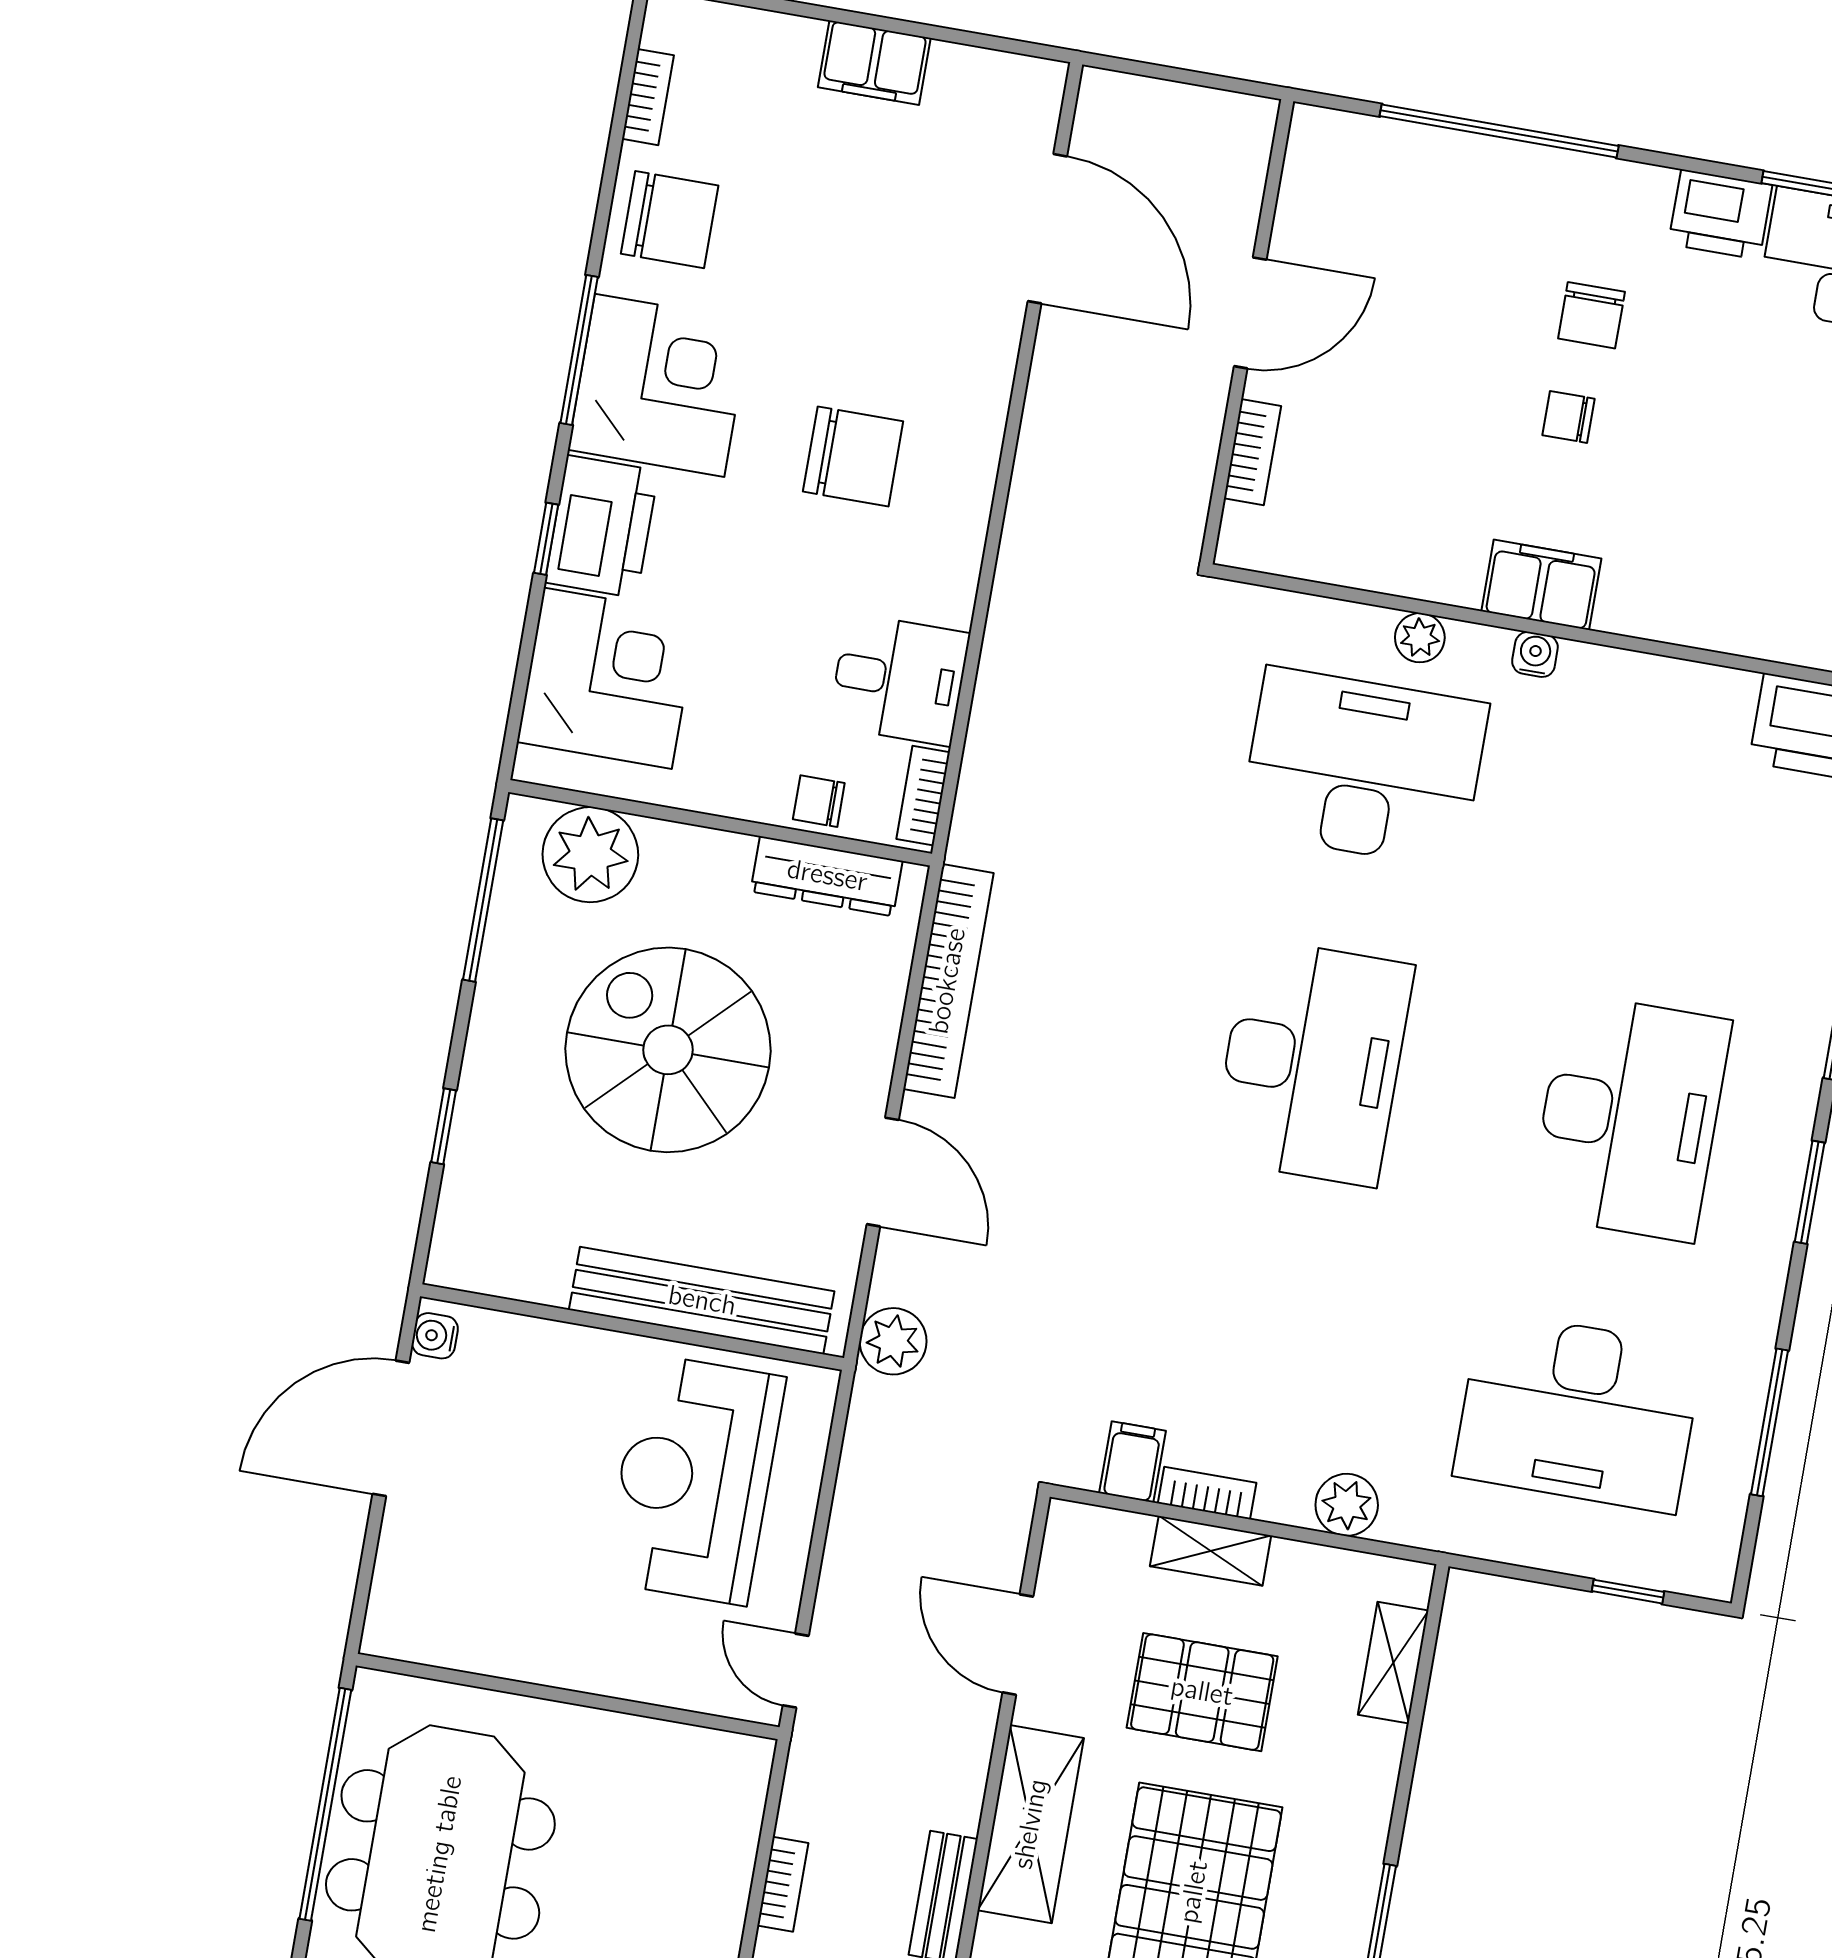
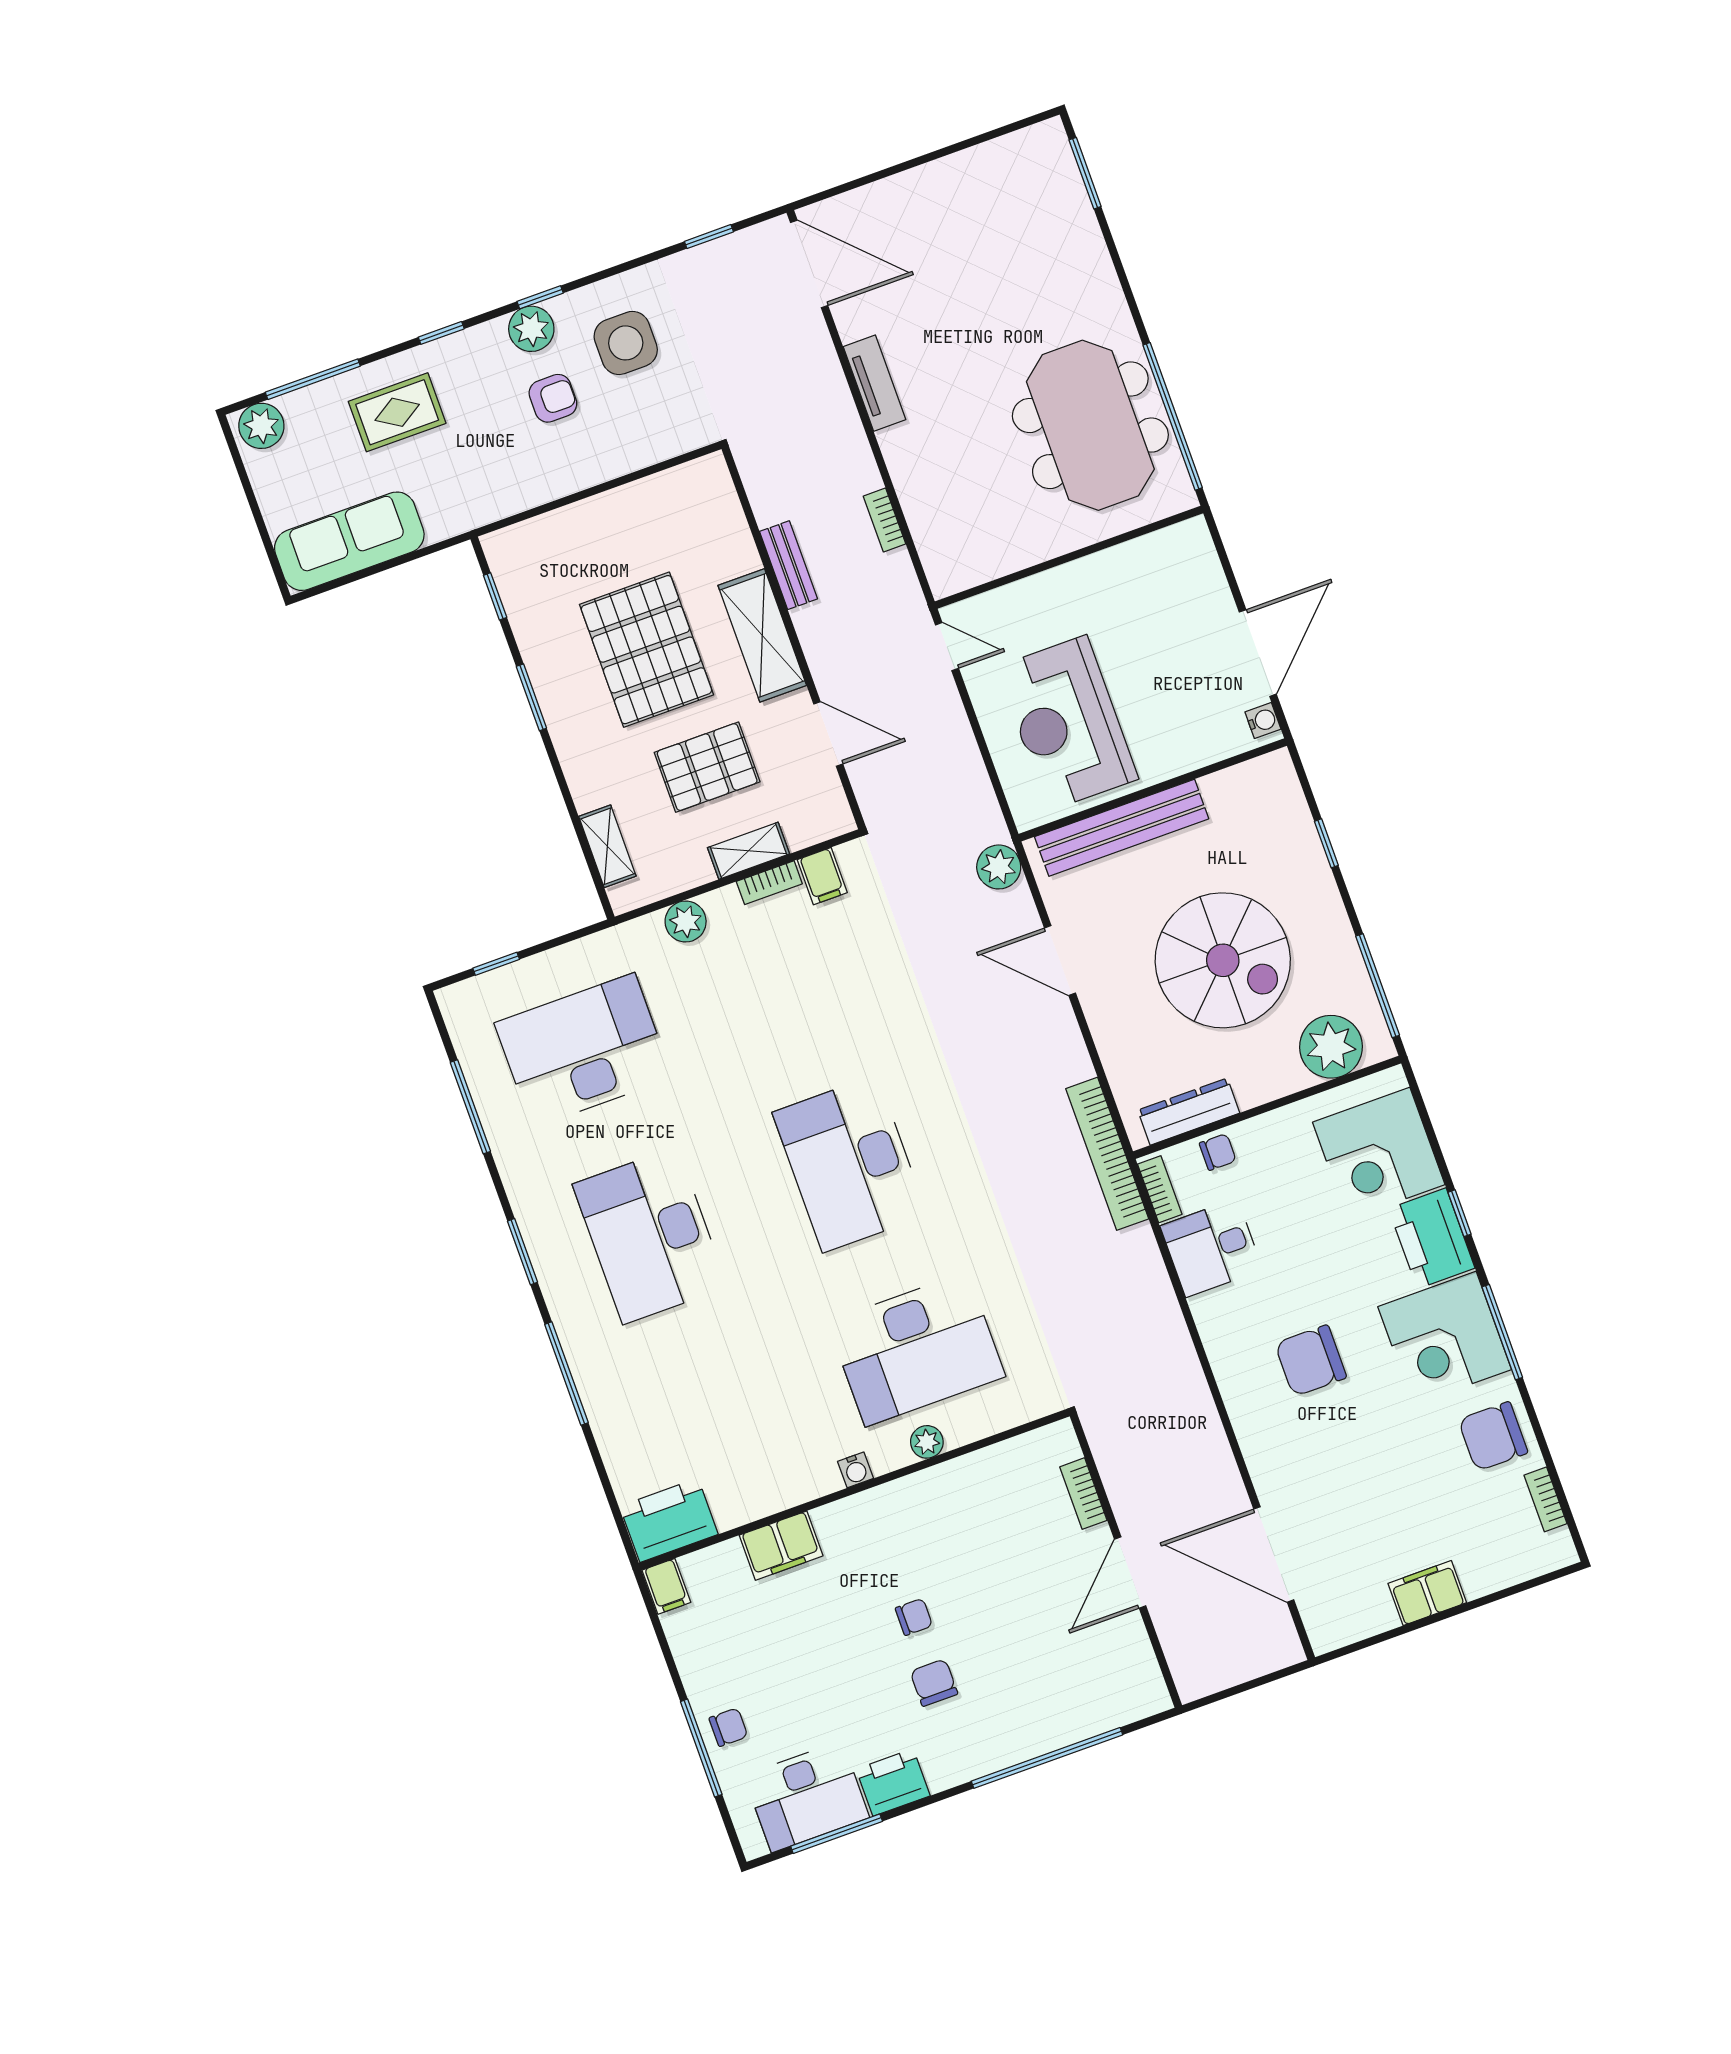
filing cabinet: (1541, 585) -> (781, 1546), moved
bookcase: (948, 981) -> (1107, 1154), moved
reception desk: (694, 1479) -> (1067, 723), turned 180

